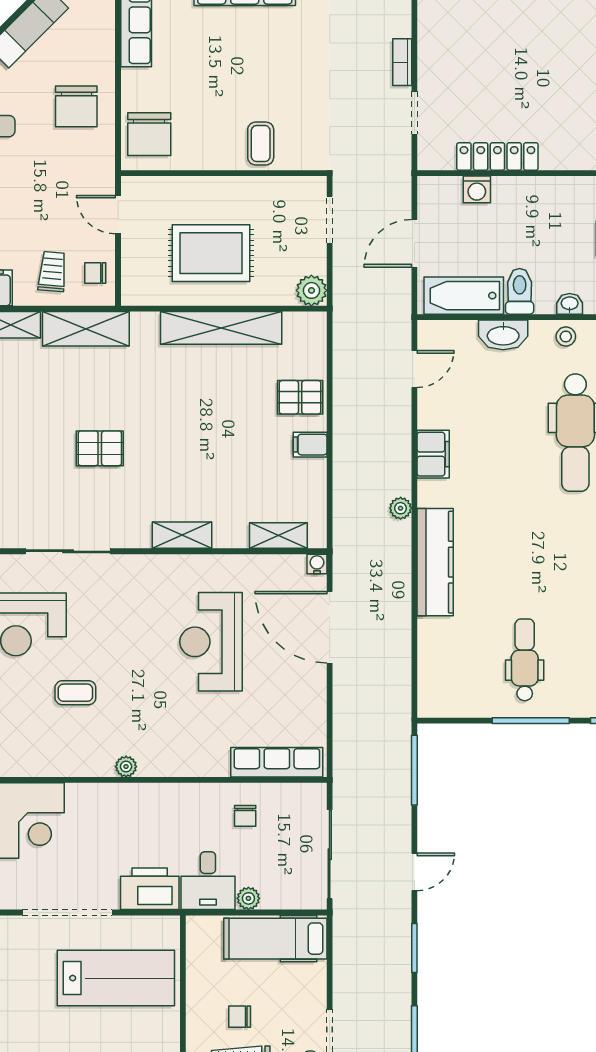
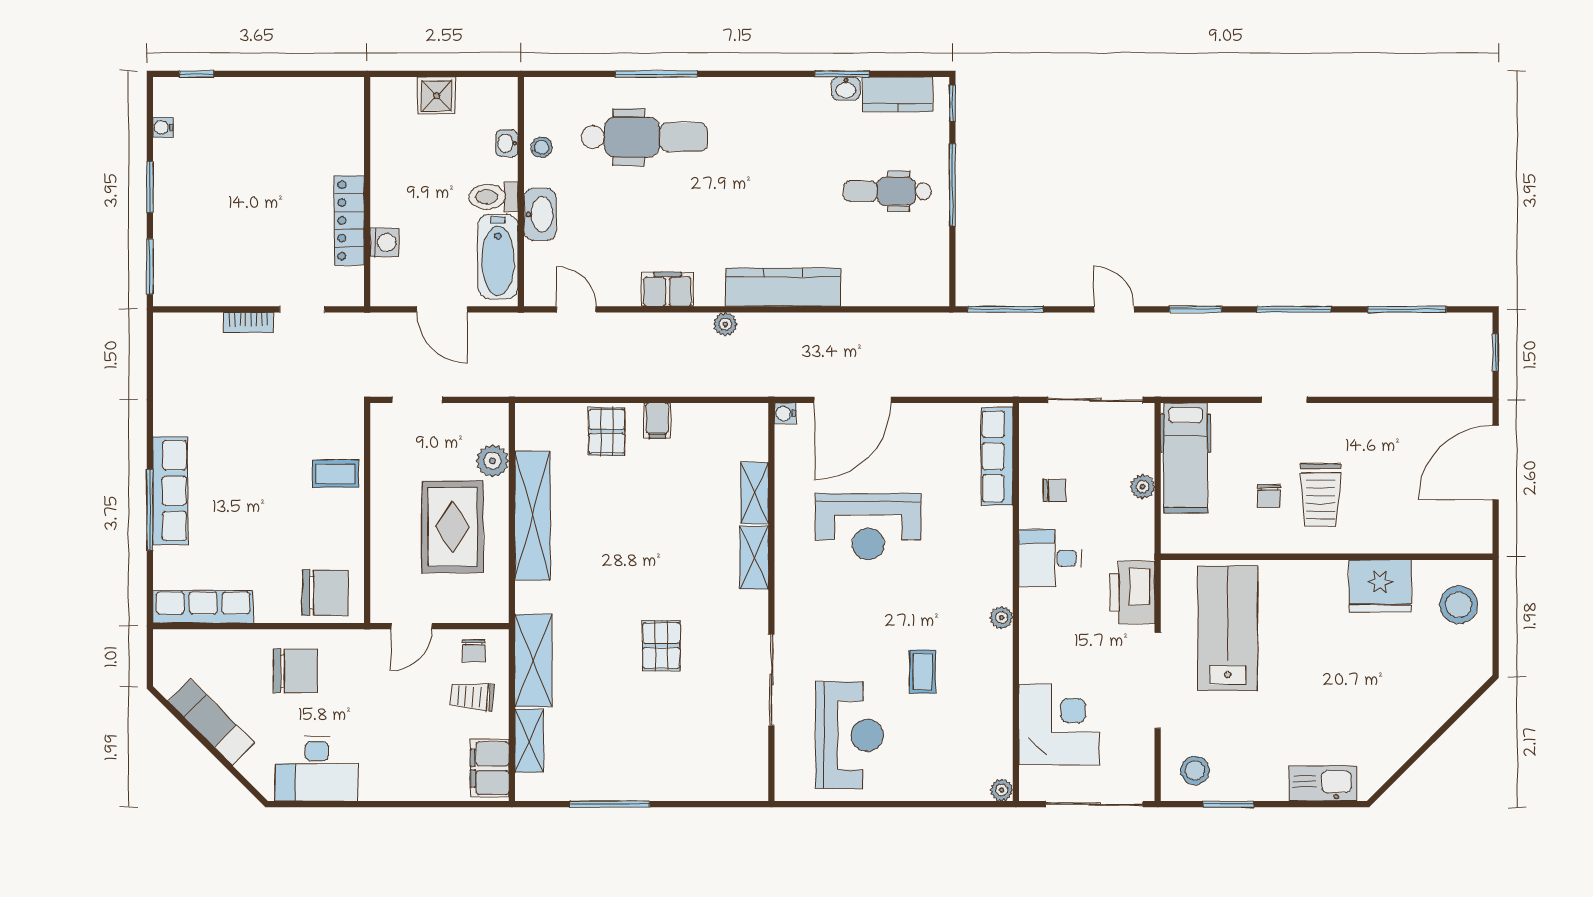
plant: (311, 290) -> (492, 461), moved
shelving: (278, 536) -> (755, 493), moved
desk: (208, 881) -> (1050, 558), moved, turned 180

